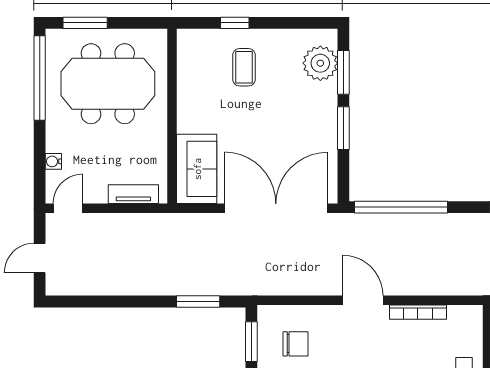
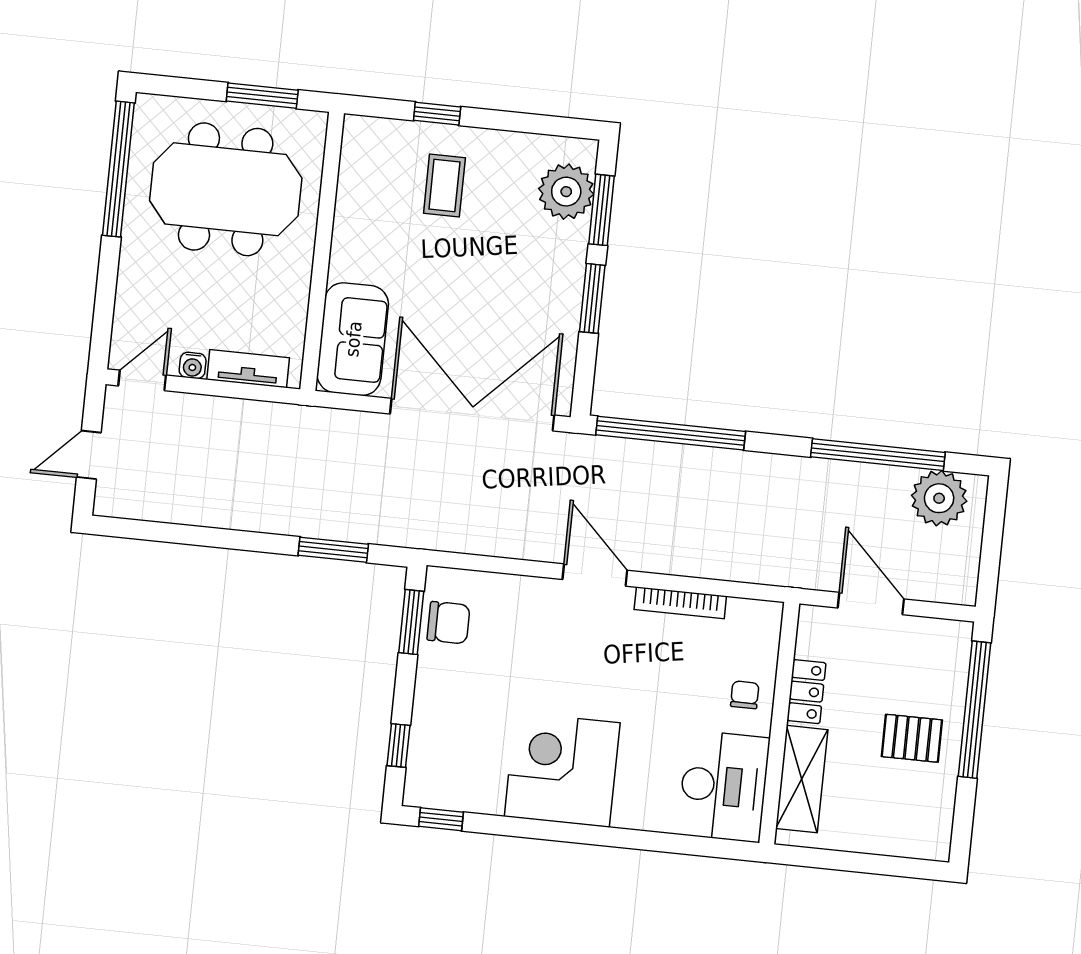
window: (85, 23) -> (262, 96), moved
water cooler: (53, 161) -> (193, 365), moved, turned -90
chair: (296, 344) -> (448, 623), moved

